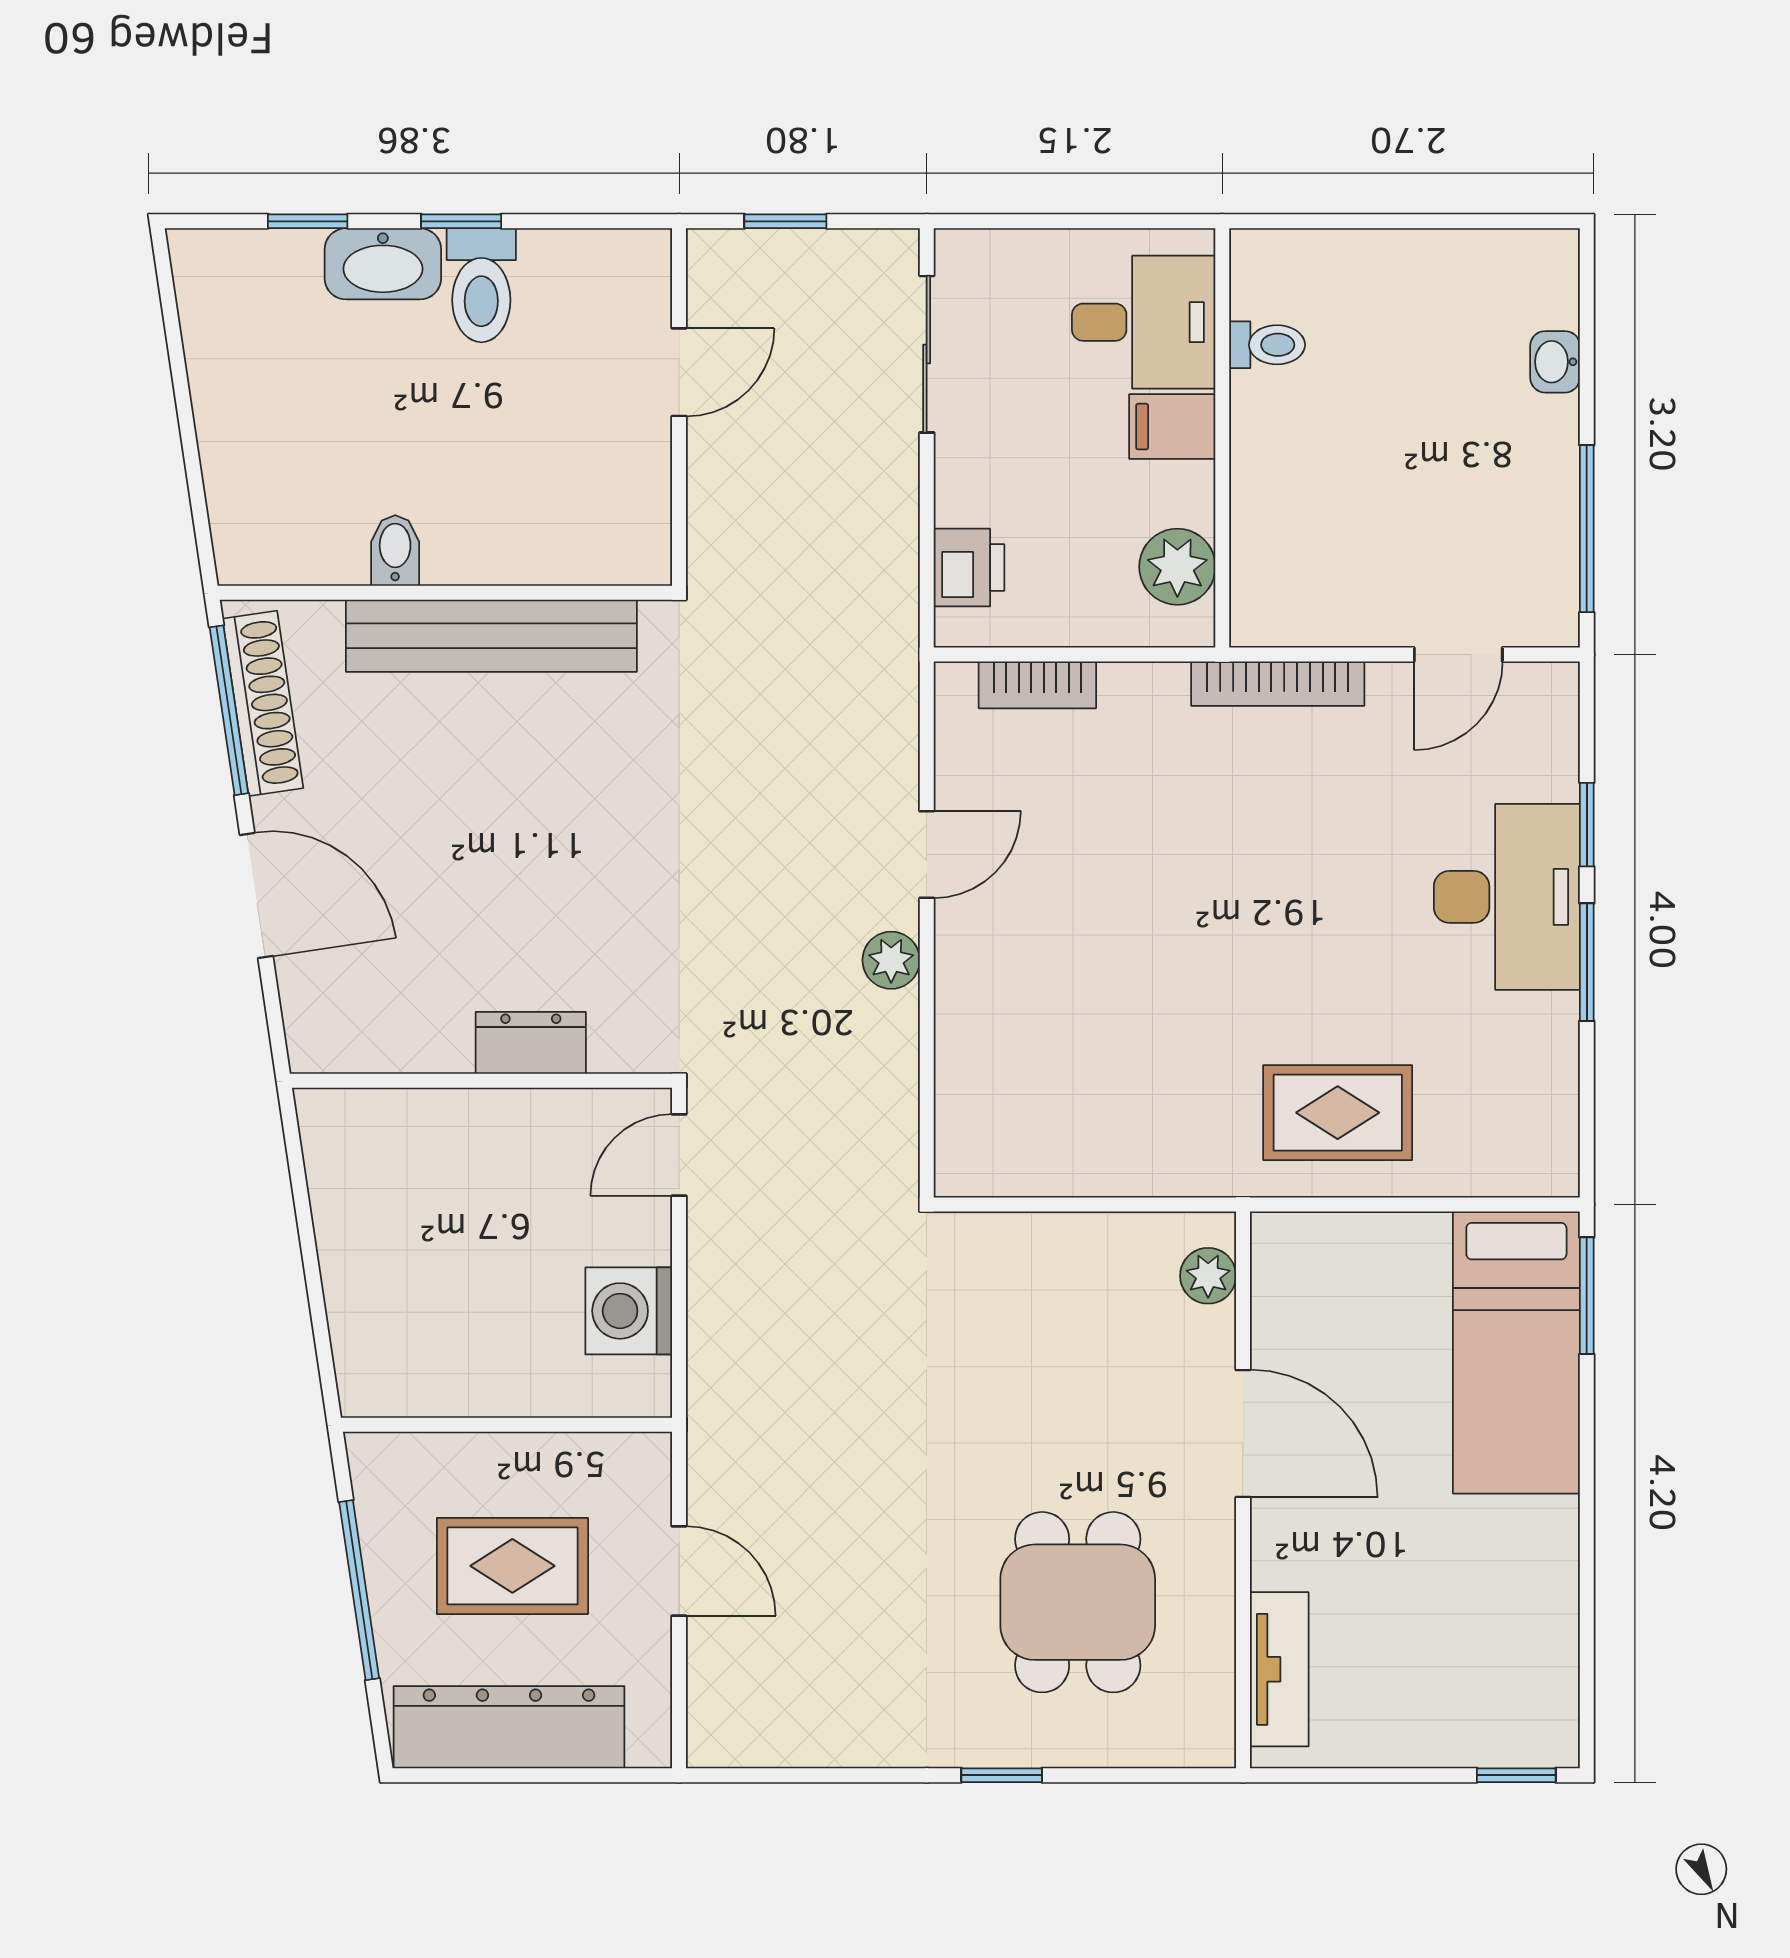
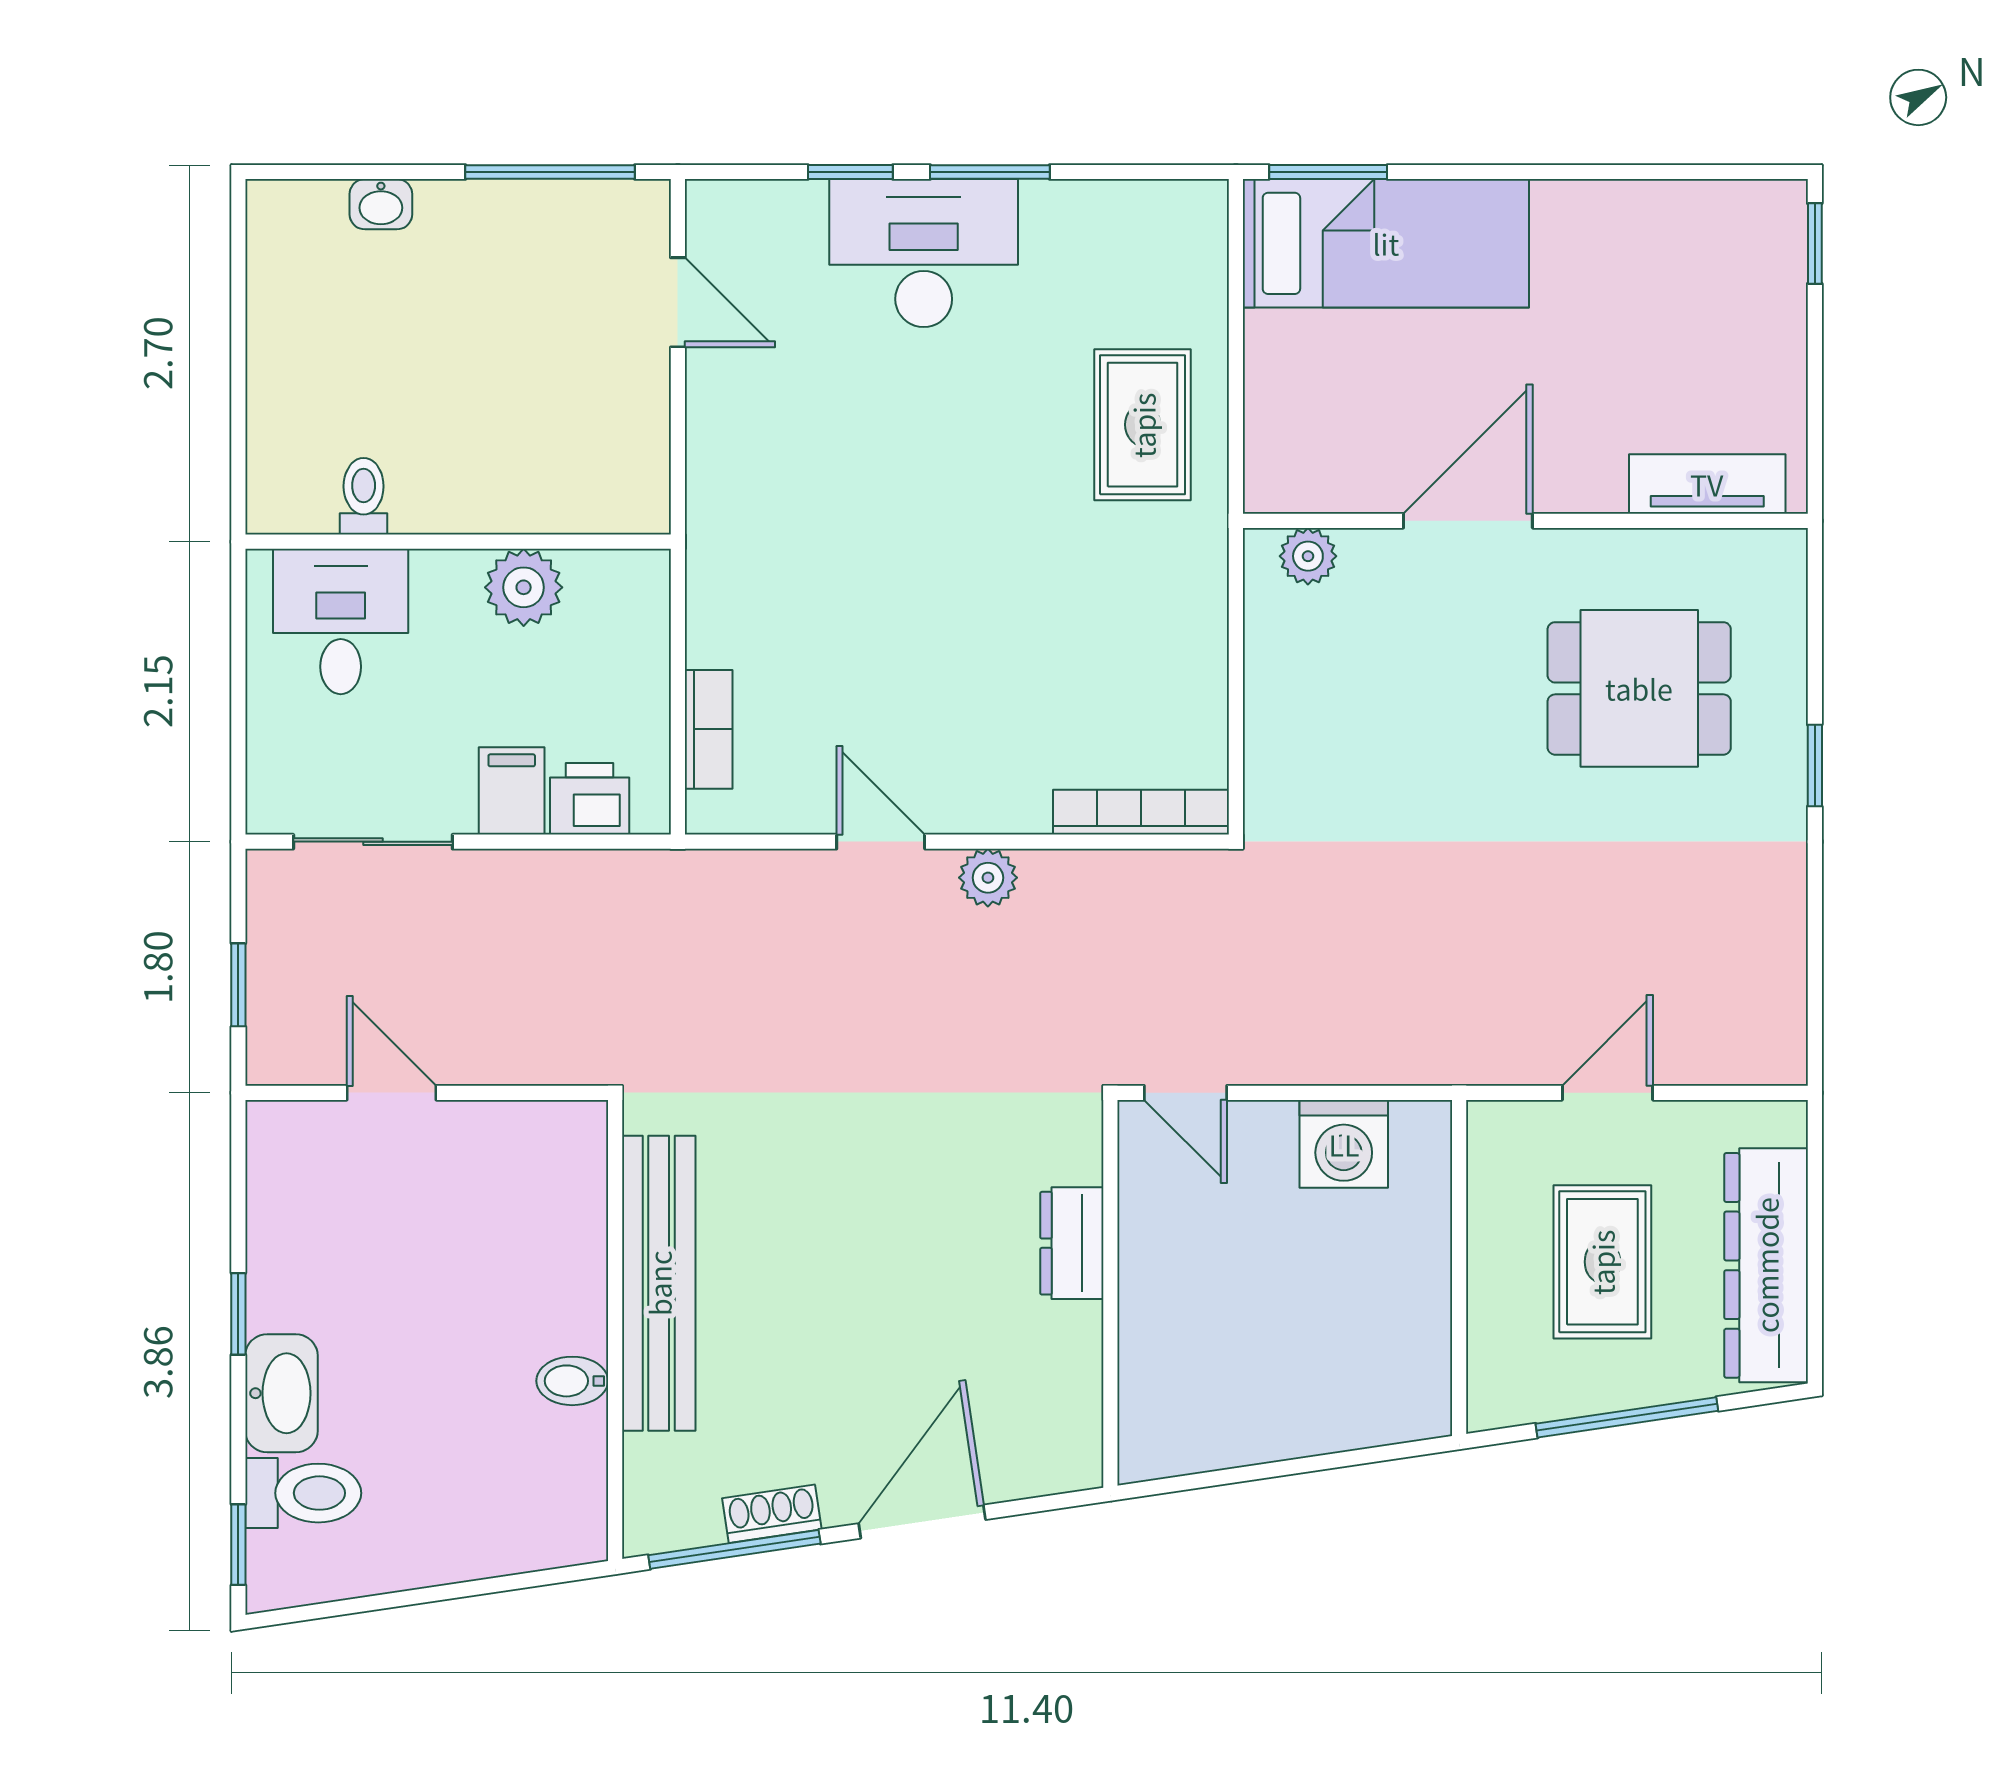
window: (308, 221) -> (238, 1545), moved
toilet: (481, 285) -> (303, 1493), moved
filing cabinet: (1172, 427) -> (512, 791), moved, turned 180
plant: (1177, 567) -> (524, 587), moved
bookcase: (1278, 684) -> (1141, 812), moved, turned -90
shoe rack: (263, 703) -> (772, 1514), width x0.51, depth x0.81

